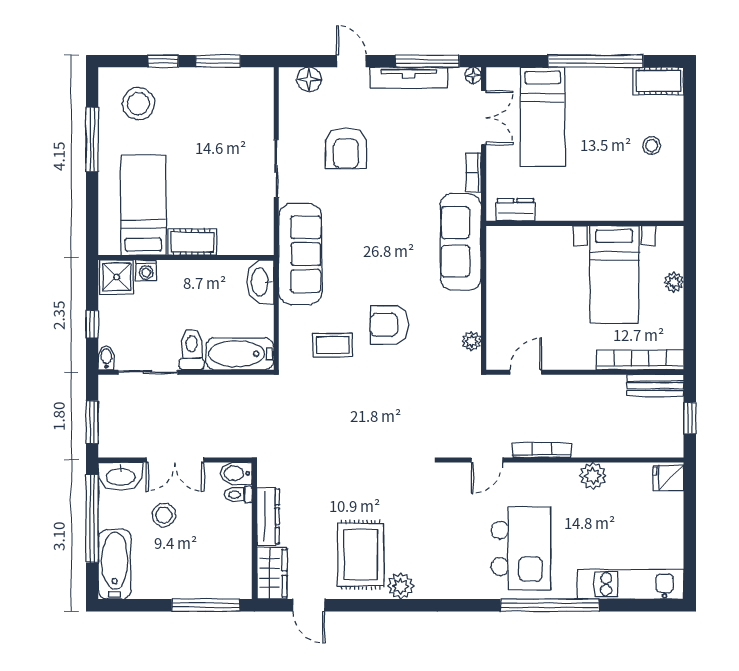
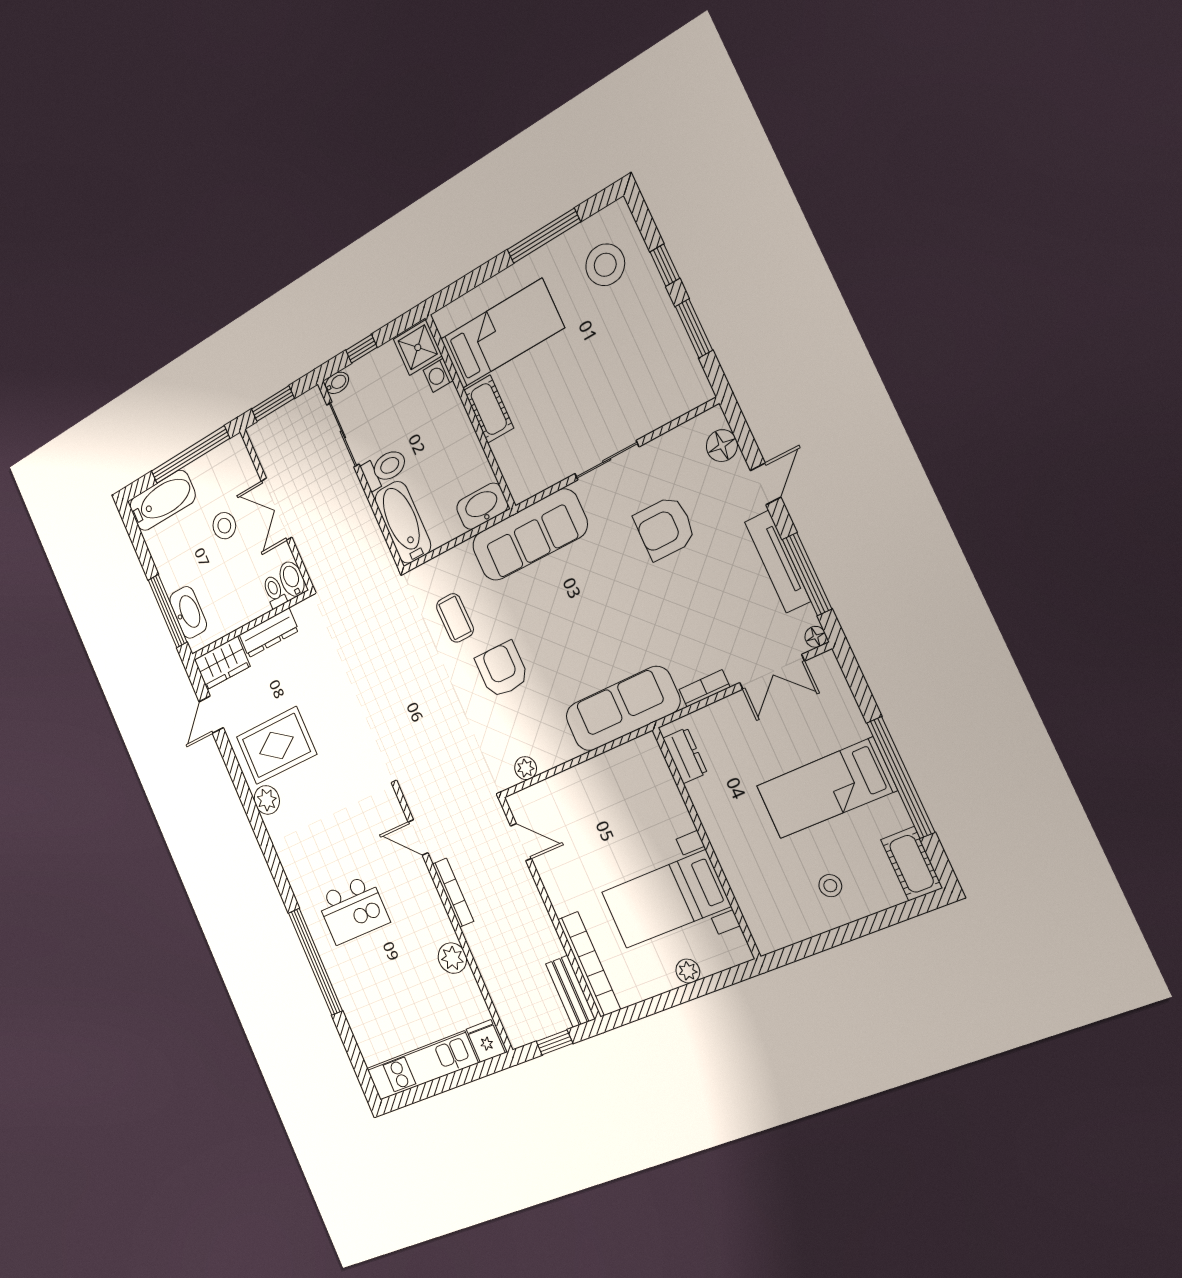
bed: (543, 117) -> (826, 788), moved
washbasin: (121, 476) -> (188, 612), moved, turned 180
kitchen island: (521, 548) -> (353, 910), width x0.73, depth x0.78
kitchen unit: (631, 584) -> (422, 1066), moved, turned -90

